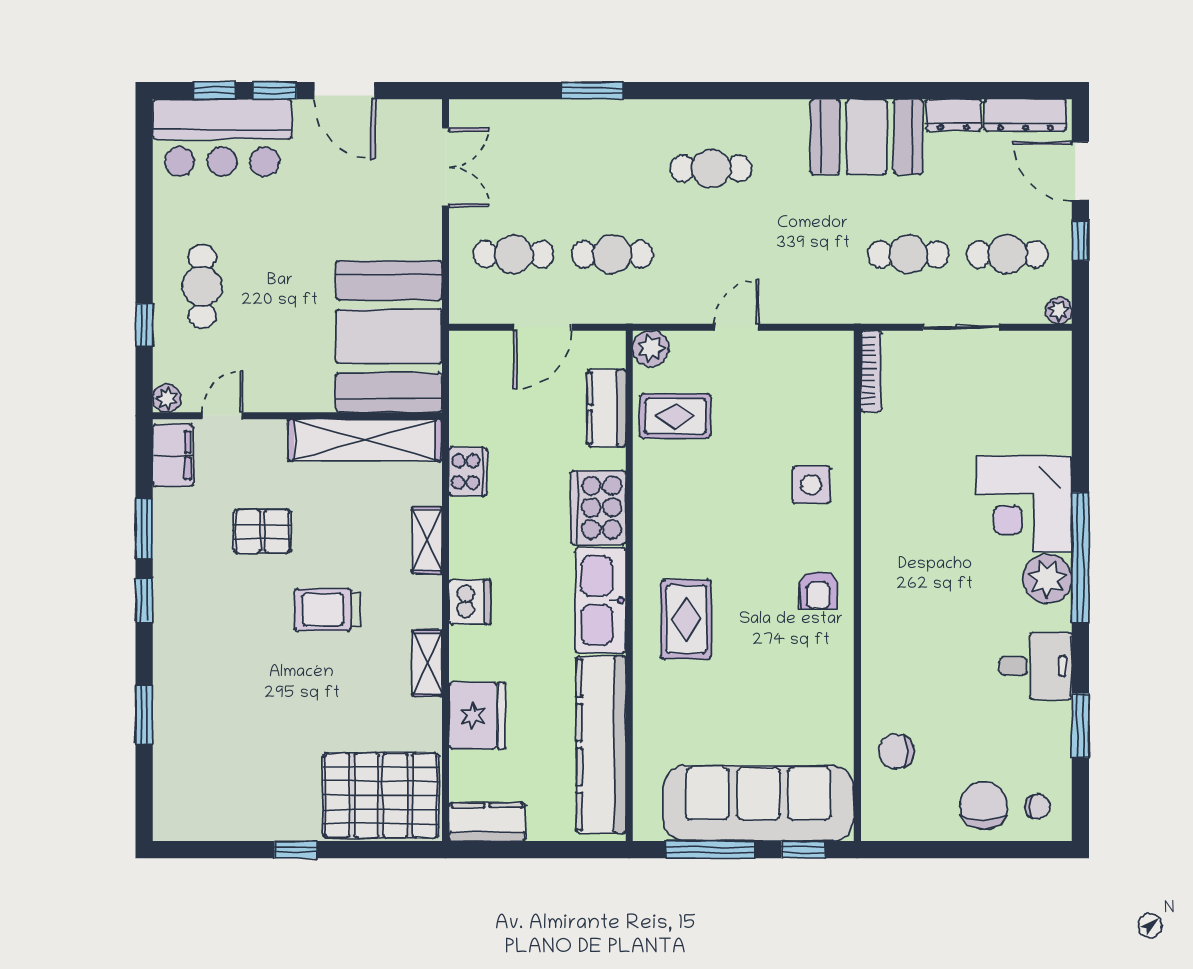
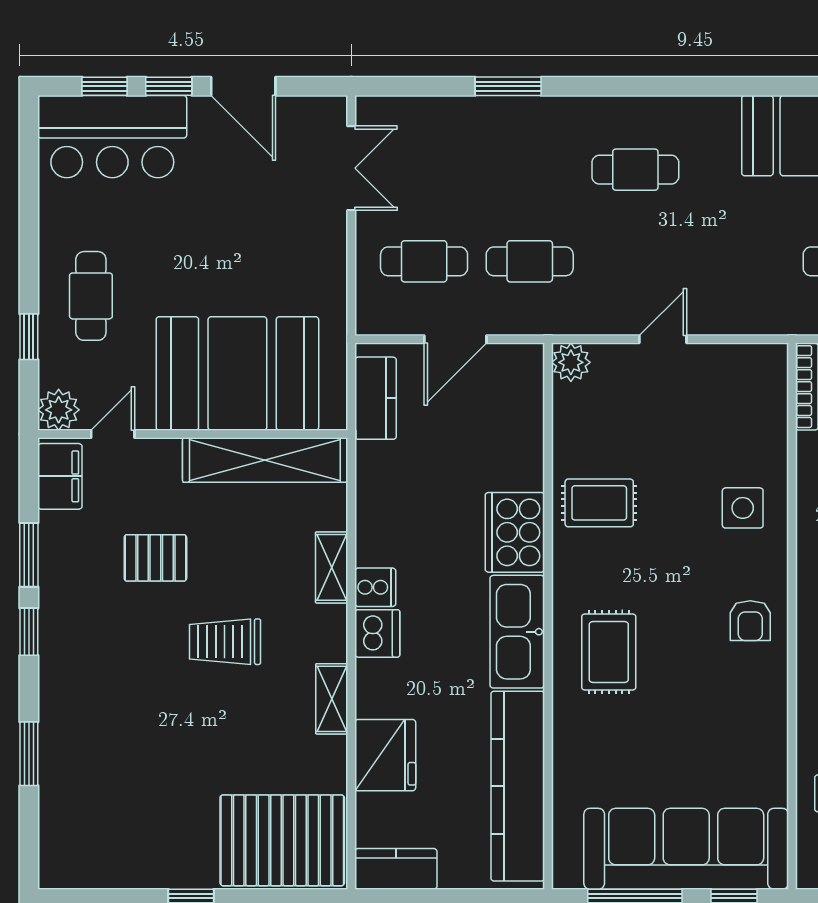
booth: (389, 336) -> (237, 373), moved, turned 90
plant: (167, 398) -> (59, 410), width x1.38, depth x1.38
kitchen counter: (607, 408) -> (376, 398), moved, turned 180
rug: (675, 416) -> (599, 503), moved
cooker: (468, 472) -> (375, 587), moved, width x0.73

